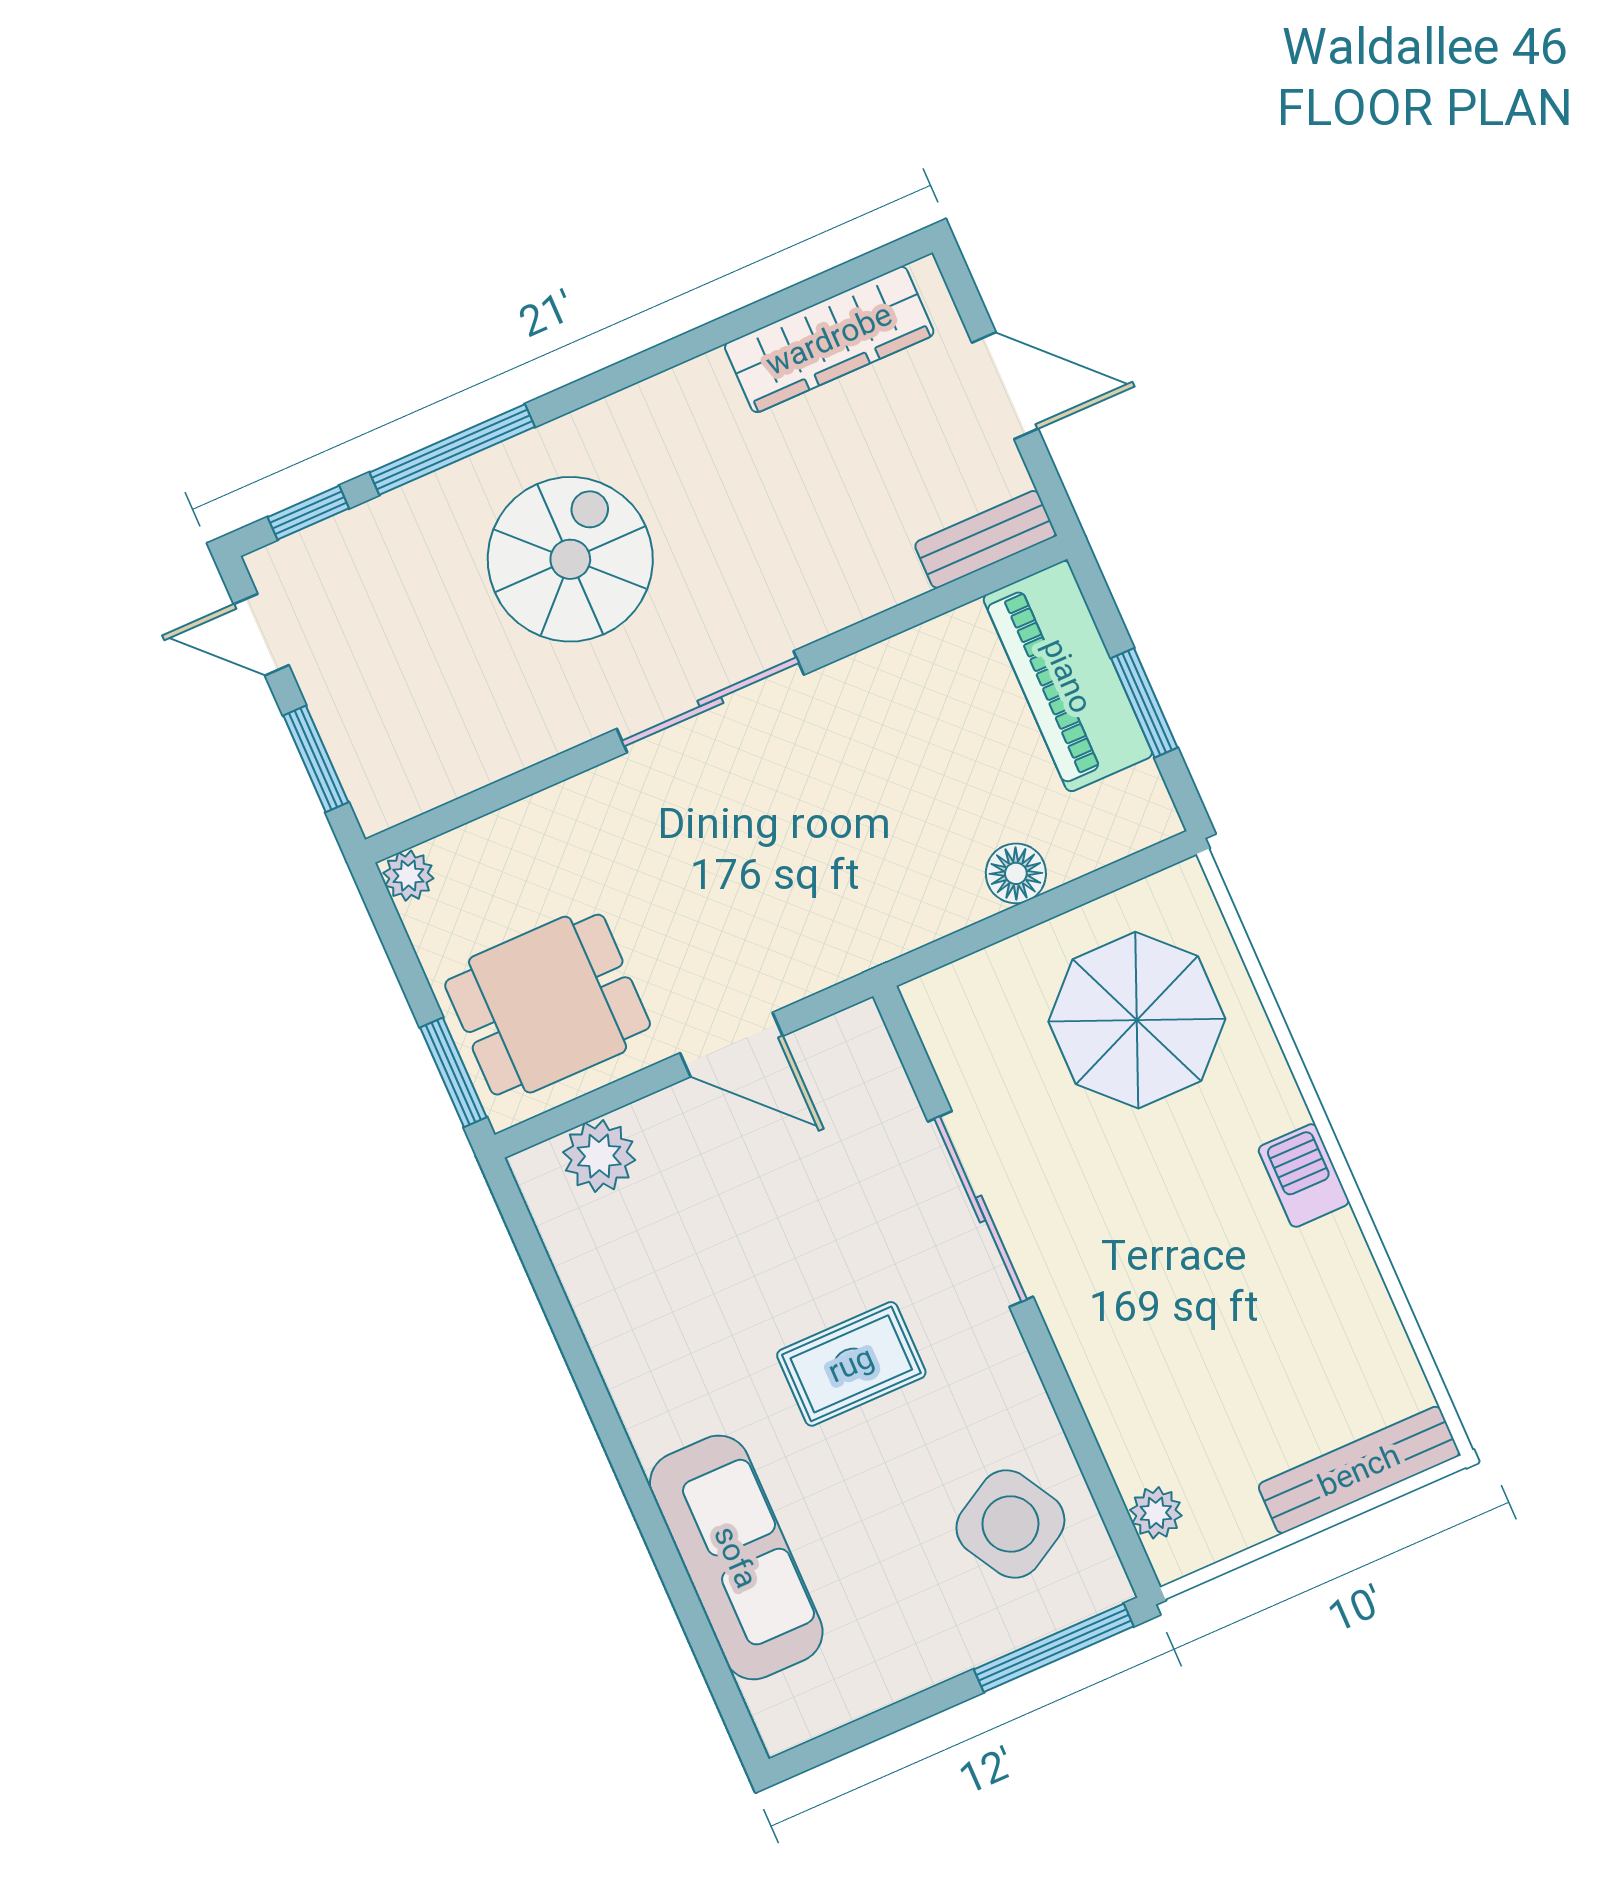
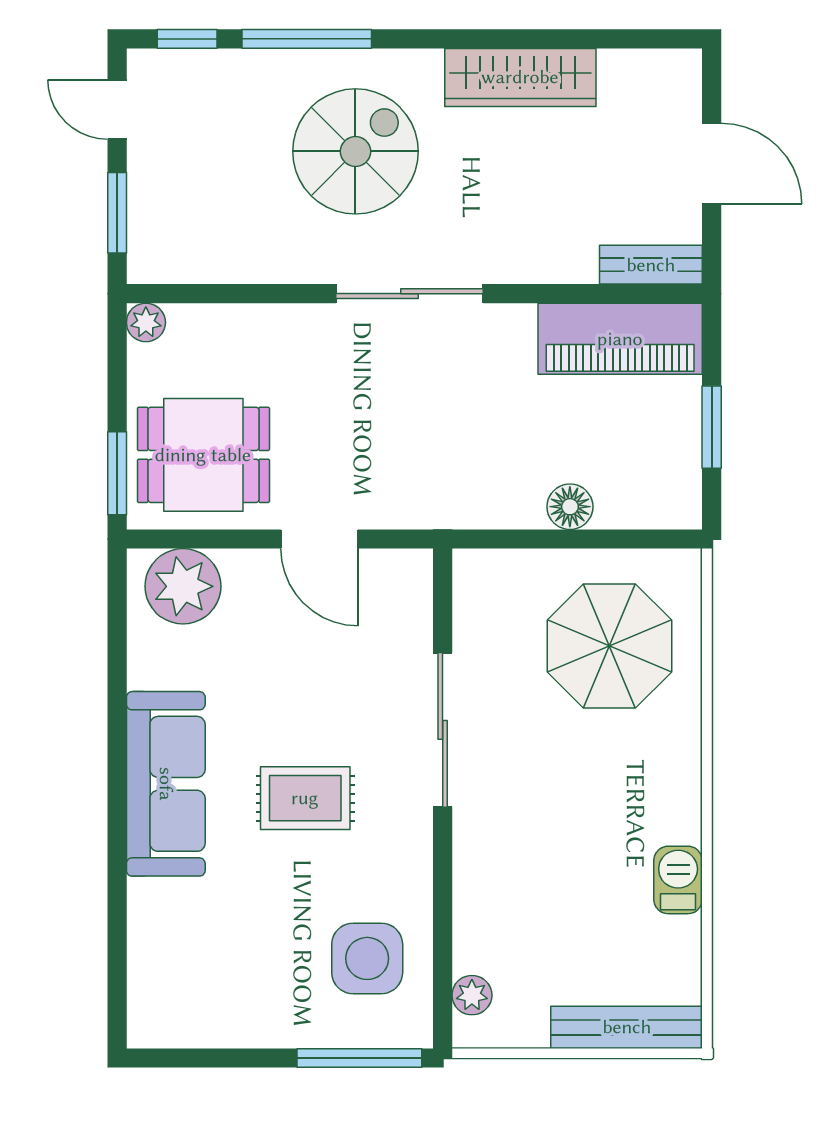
wardrobe: (829, 339) -> (520, 77), moved
piano: (1068, 676) -> (620, 339), moved, turned -90
plant: (599, 1156) -> (183, 586), width x1.36, depth x1.36
barbecue: (1304, 1176) -> (678, 880), moved
side table: (1010, 1524) -> (367, 958), turned 30
sofa: (736, 1557) -> (166, 784), moved

